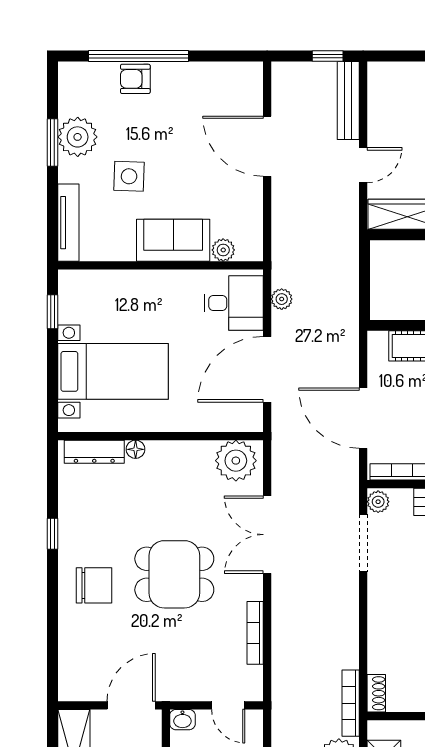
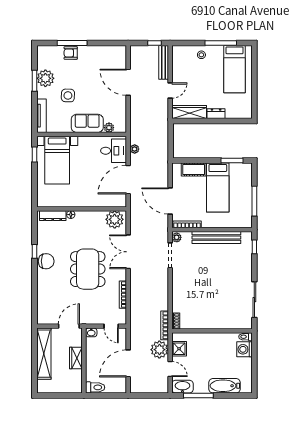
window: (139, 56) -> (72, 43), width x0.68
bed with nightstands: (113, 371) -> (57, 160), moved, turned 90
dining table: (174, 574) -> (88, 269), width x1.38
chair: (94, 585) -> (46, 261), moved

